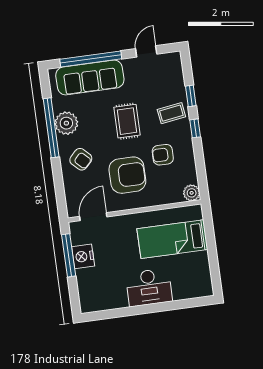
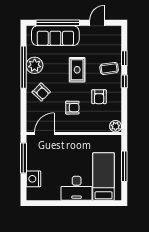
armchair: (163, 155) -> (99, 97), turned -90
armchair: (127, 175) -> (72, 108), width x0.53, depth x0.53
bed: (172, 239) -> (104, 177), moved, turned 90
window: (211, 247) -> (124, 166), added
nightstand: (83, 256) -> (33, 179), moved

